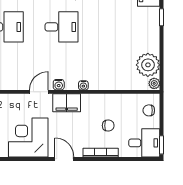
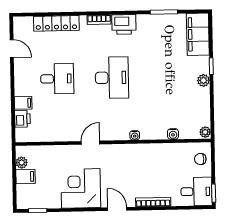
desk: (62, 27) -> (112, 78), width x1.37
plant: (148, 65) -> (203, 80), moved, width x0.53, depth x0.53
water cooler: (59, 85) -> (173, 134), moved
filing cabinet: (67, 103) -> (118, 153), removed
chair: (108, 126) -> (160, 175), removed

